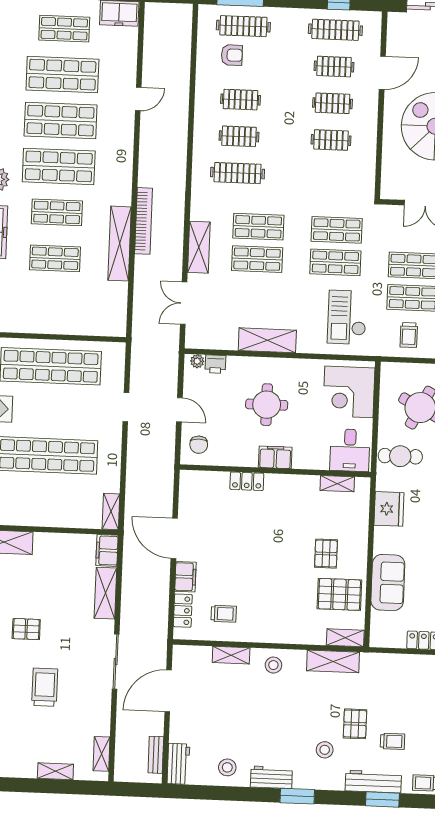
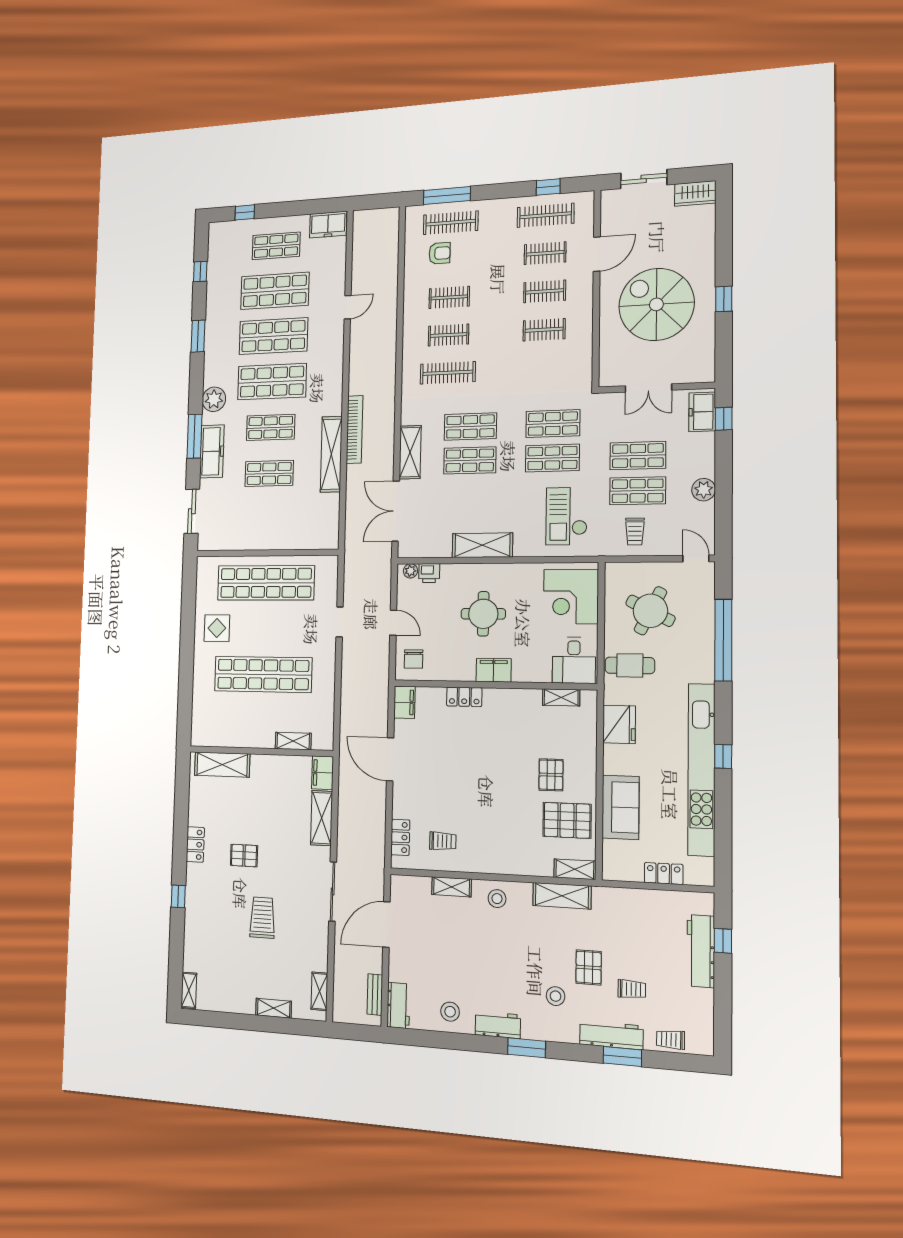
double door: (184, 303) -> (396, 511), width x1.37
shelving: (111, 511) -> (293, 741), moved, turned 90
filing cabinet: (185, 577) -> (404, 702), moved

